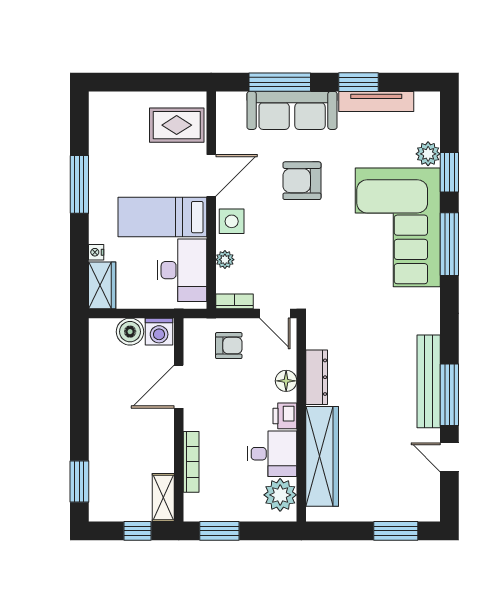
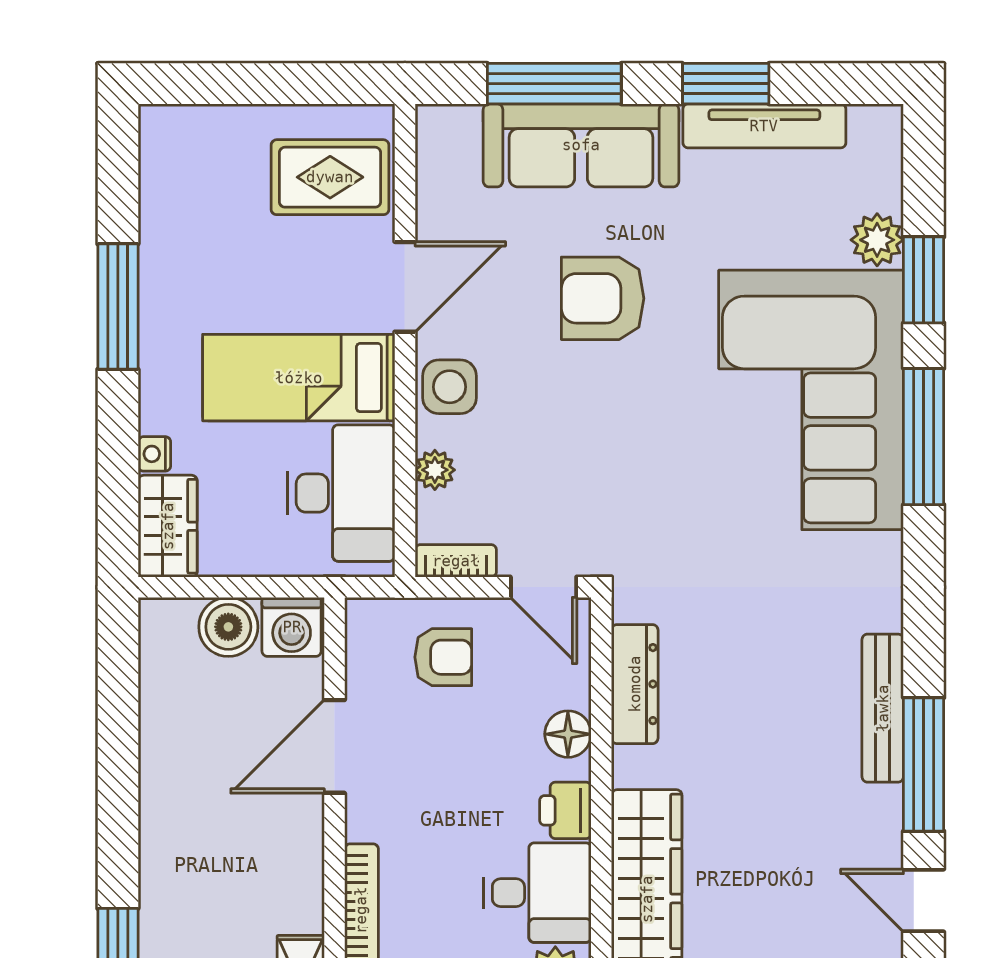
dresser: (317, 377) -> (635, 684), moved
bench: (429, 381) -> (883, 708), width x0.73, depth x0.82

